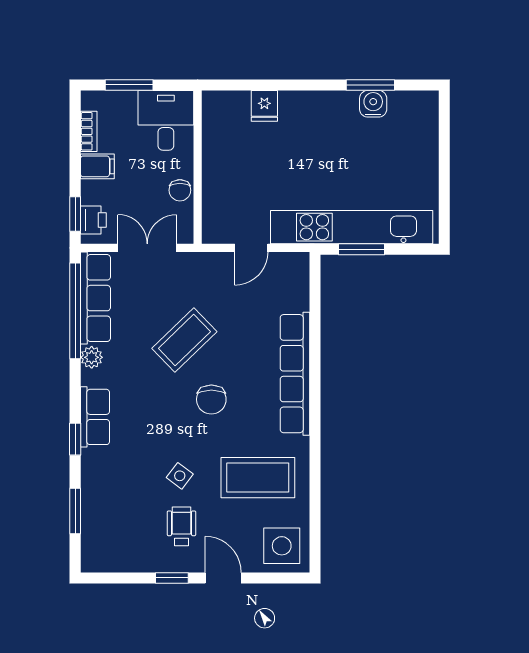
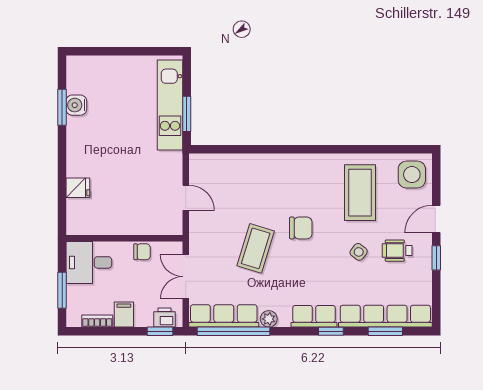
kitchen unit: (352, 227) -> (170, 105), width x0.73
coffee table: (184, 340) -> (256, 248), turned 61
row of seats: (295, 374) -> (385, 316), moved, turned 180

